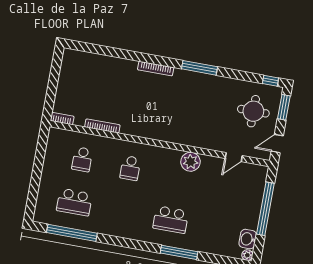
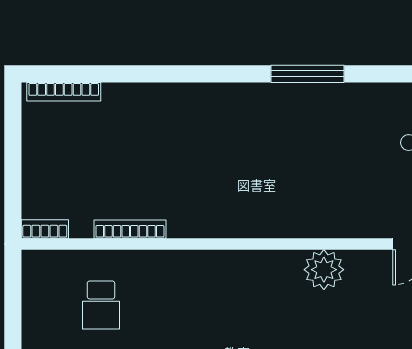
bookcase: (156, 69) -> (64, 92), moved
school desk: (130, 168) -> (203, 305), removed

